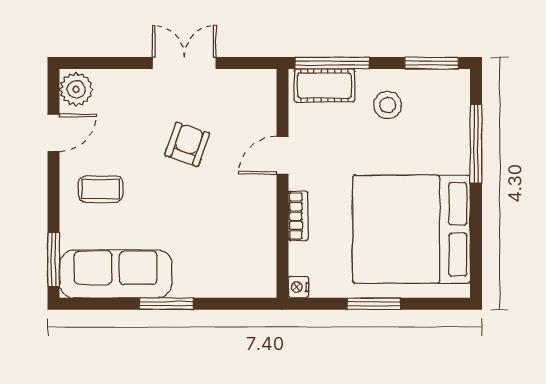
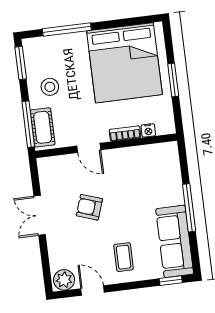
window: (54, 260) -> (171, 281), width x0.67
nightstand: (298, 287) -> (148, 130), moved
window: (167, 304) -> (189, 208), width x1.44

